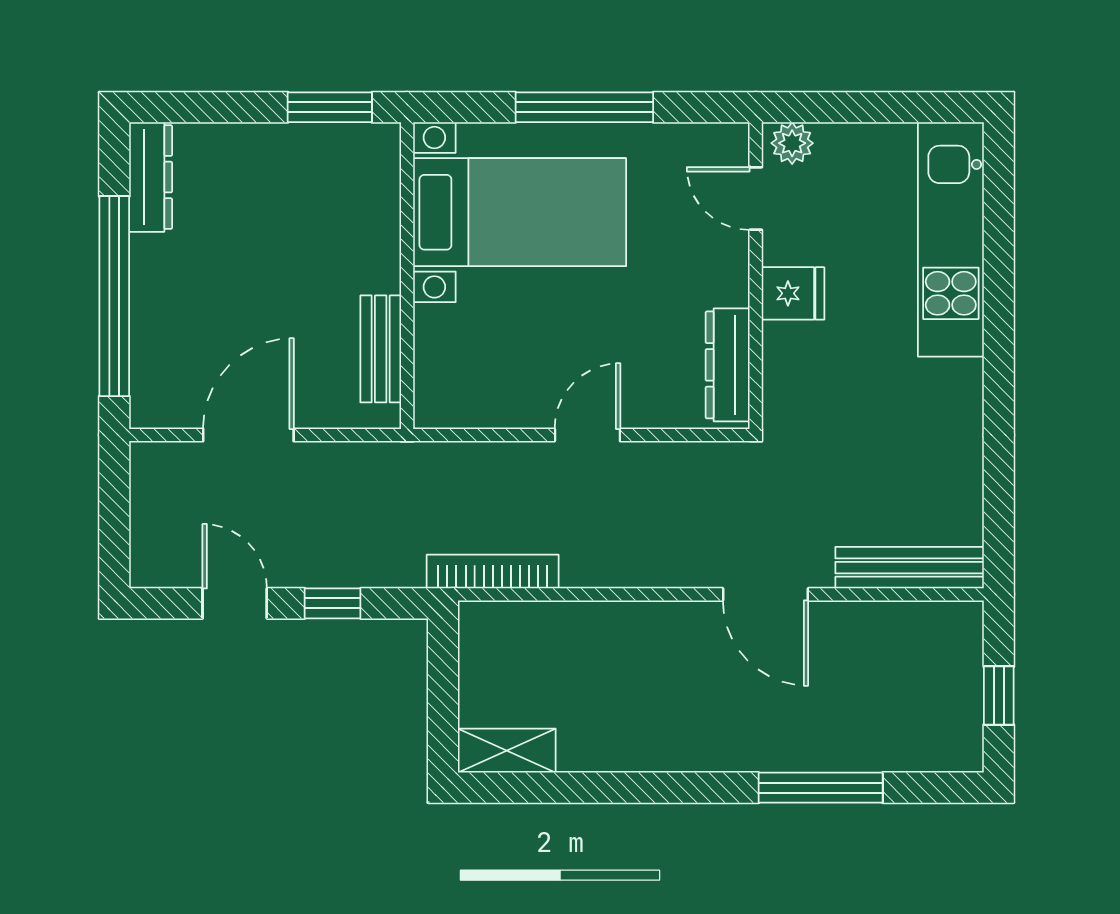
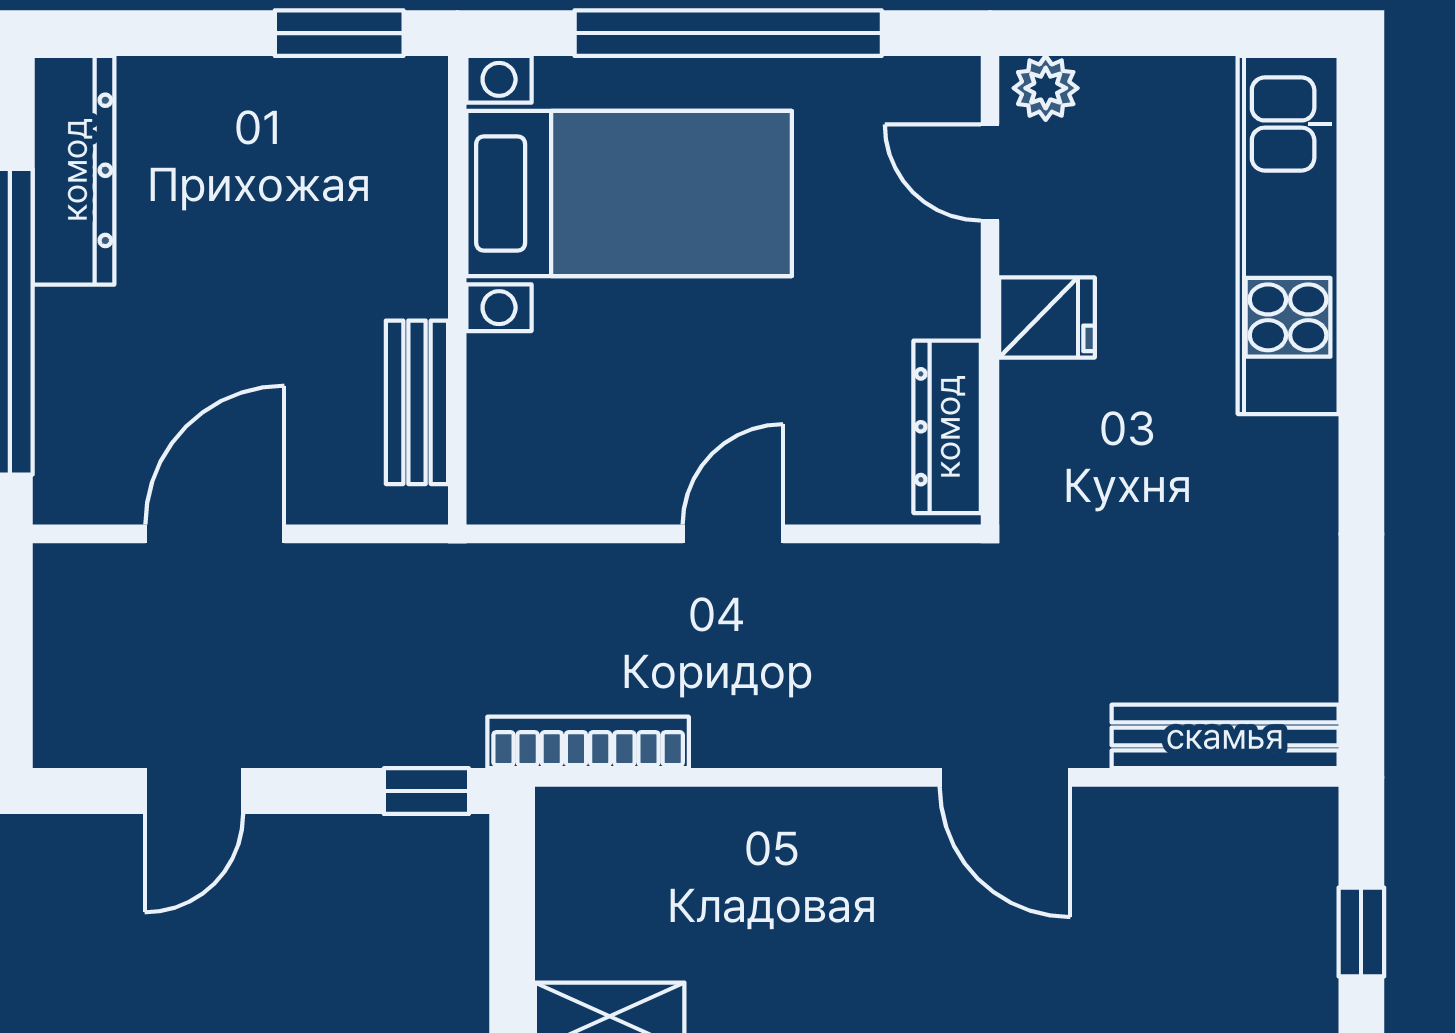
window: (584, 107) -> (728, 33), width x1.46
dresser: (151, 177) -> (74, 170), width x1.37, depth x1.24
door: (235, 603) -> (194, 791), swing flipped
window: (333, 603) -> (426, 791), moved

